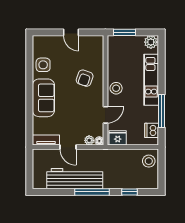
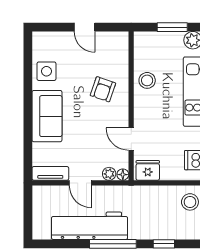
window: (125, 32) -> (172, 27), moved
stool: (116, 88) -> (147, 80), moved
door: (105, 115) -> (131, 139), swing flipped

